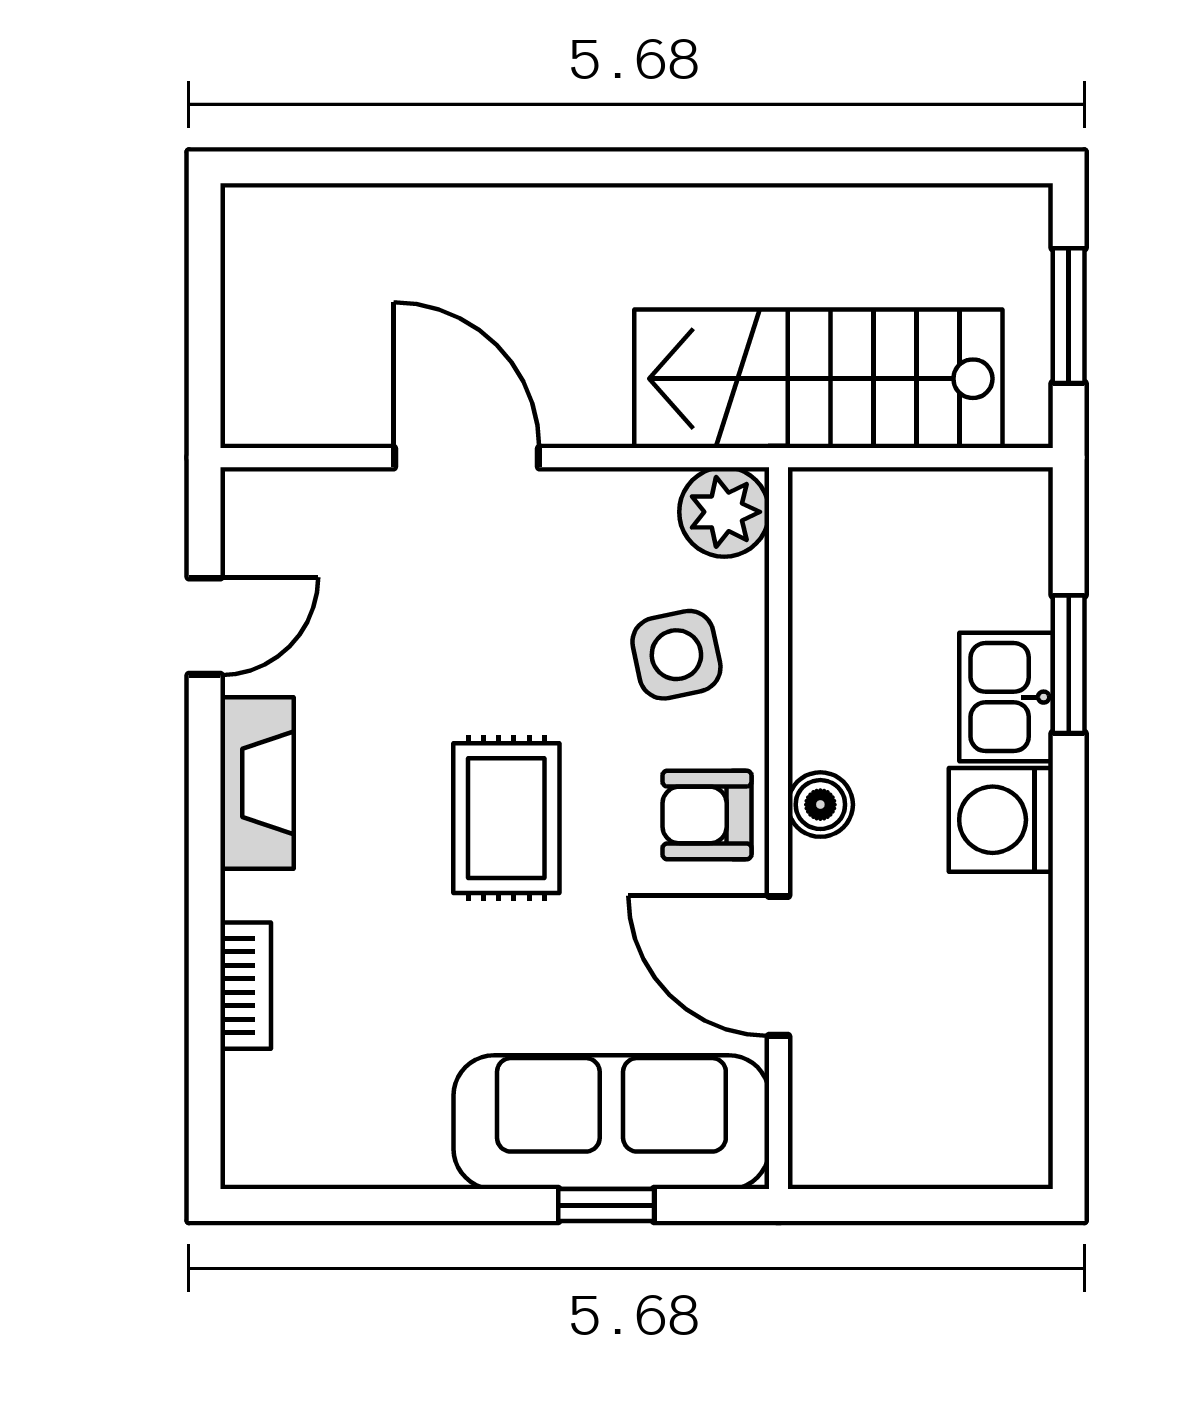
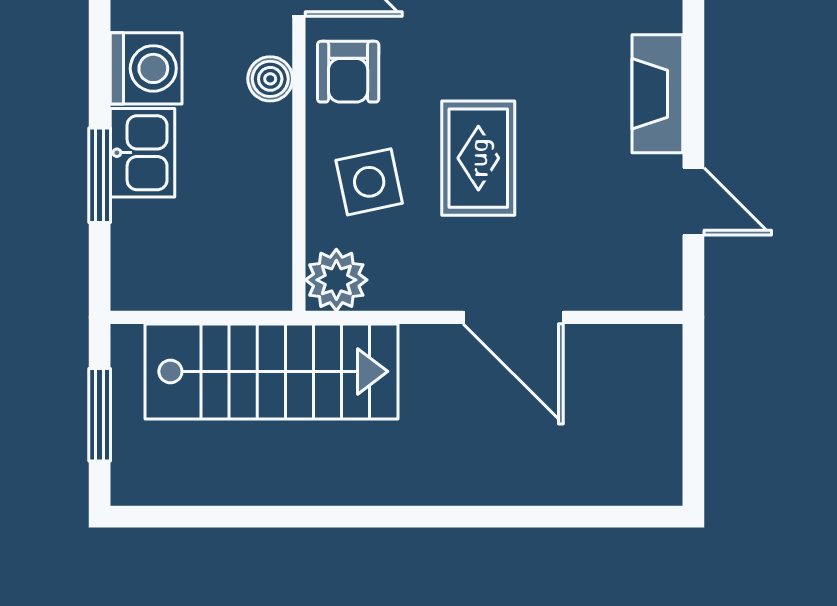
door: (205, 626) -> (693, 201), swing flipped
armchair: (707, 815) -> (348, 72), turned 90
rug: (506, 818) -> (478, 158), moved

